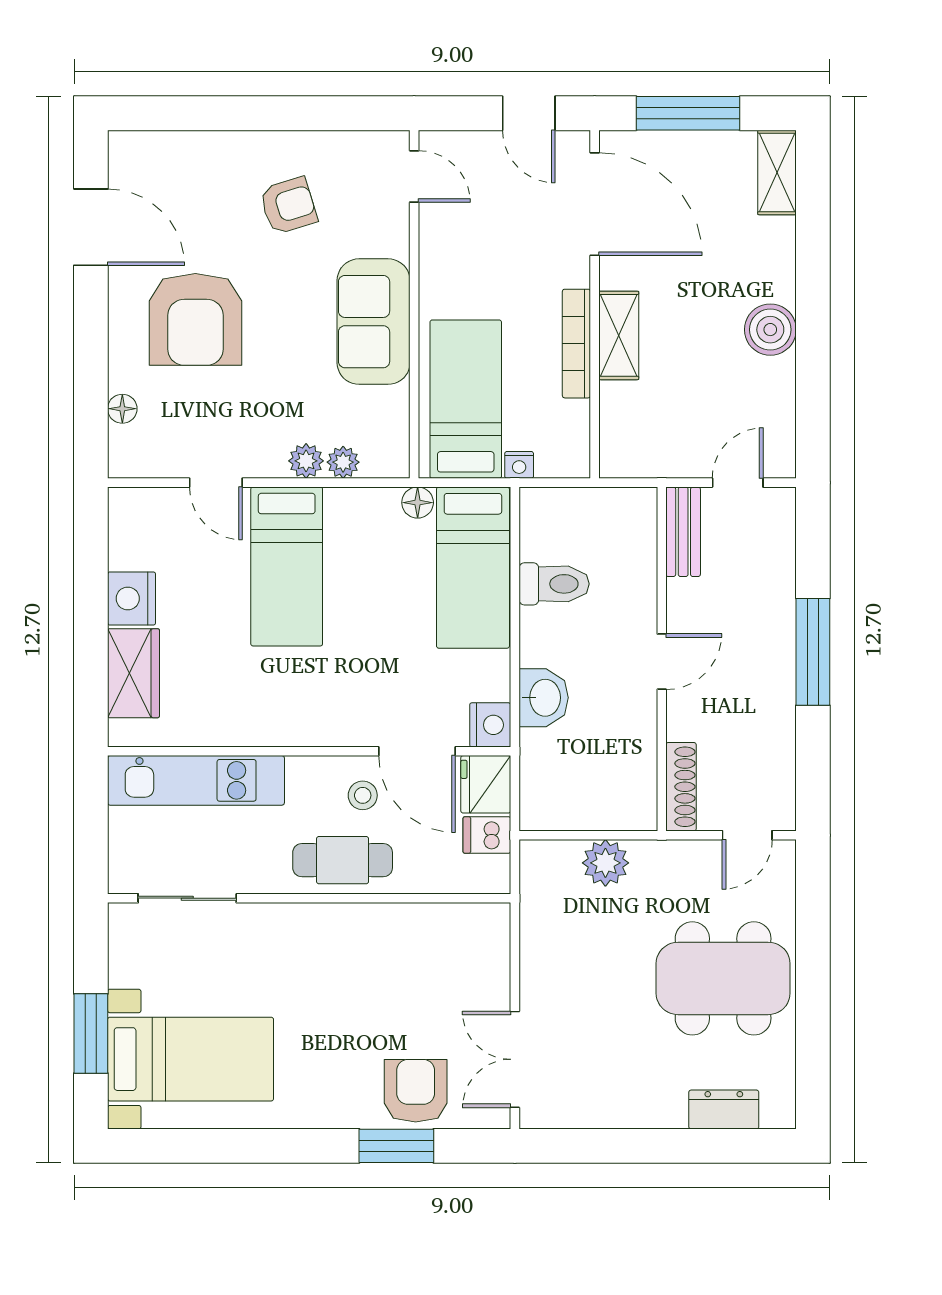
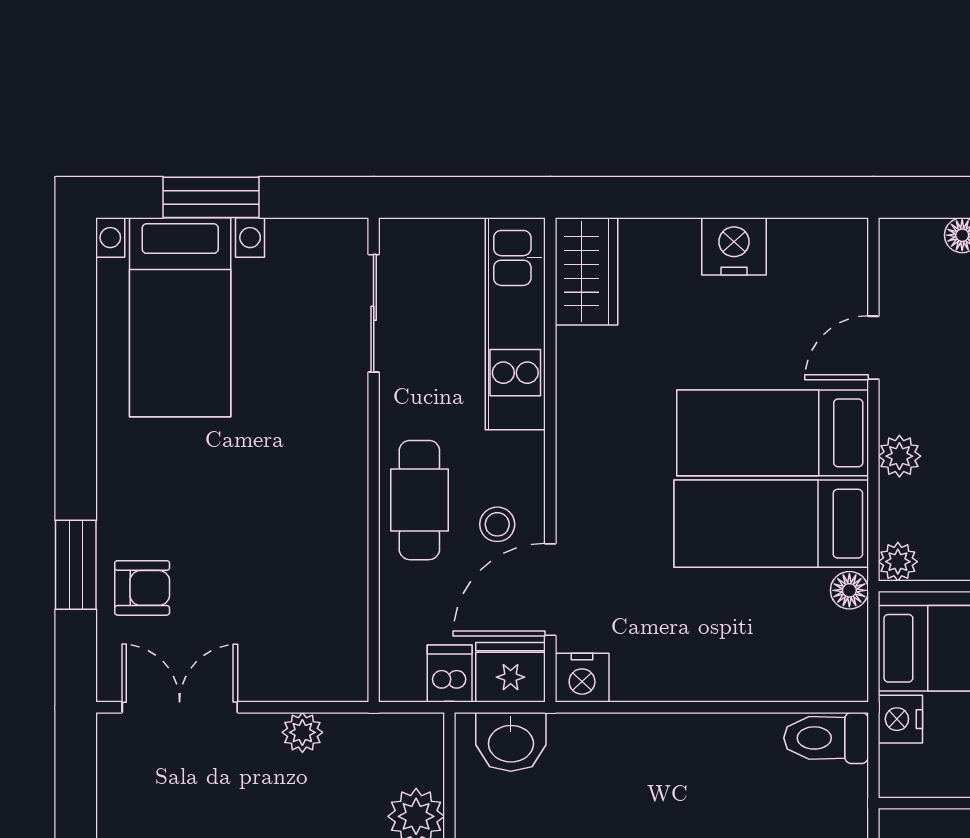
plant: (343, 462) -> (898, 562), moved
nightstand: (519, 465) -> (900, 719), width x1.39, depth x1.35
bed: (473, 568) -> (771, 524), moved
toilet: (554, 584) -> (826, 738), moved, turned 90
wardrobe: (134, 673) -> (586, 271), moved, turned -90
washbasin: (544, 698) -> (511, 742), moved
plant: (536, 957) -> (302, 732), added
armchair: (416, 1091) -> (142, 588), width x0.72, depth x0.72

